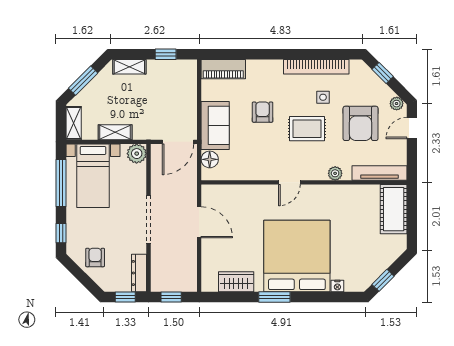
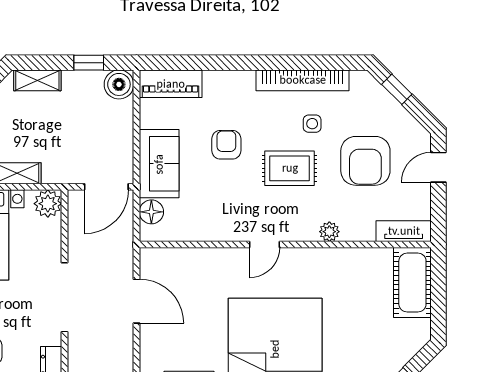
boiler: (187, 70) -> (119, 84), added
plant: (397, 104) -> (417, 133), removed
tv unit: (379, 173) -> (404, 231), width x0.71

